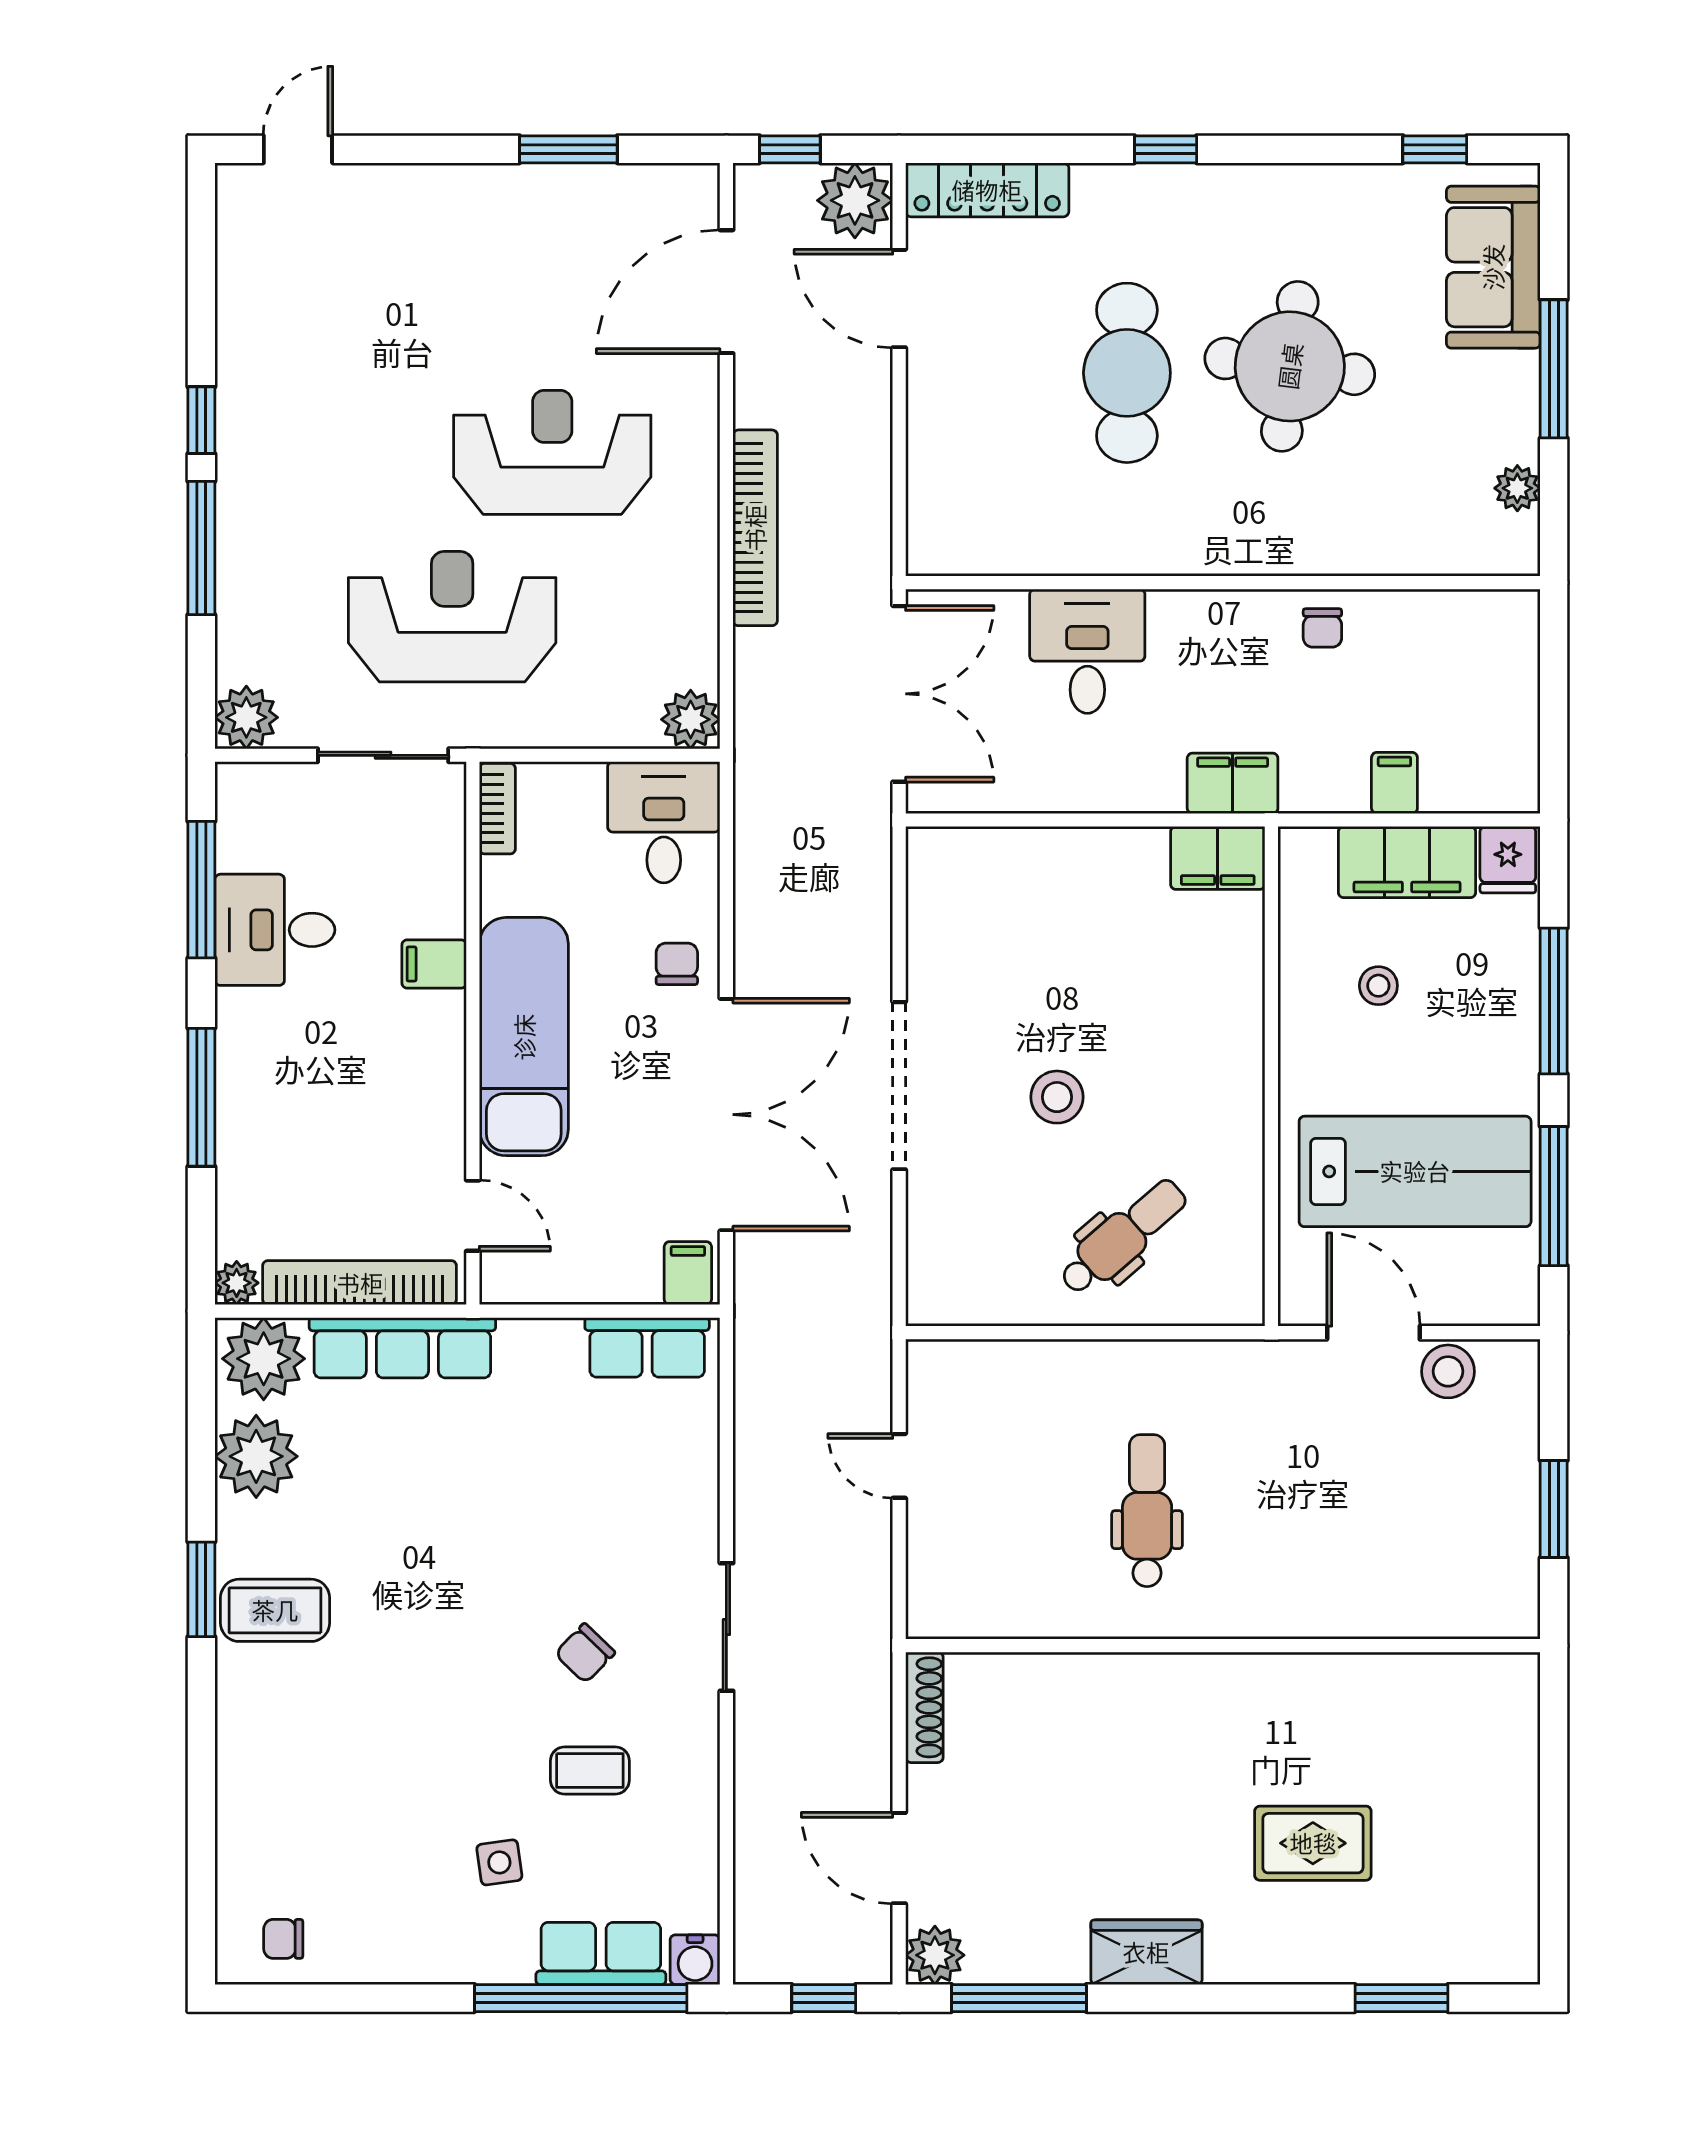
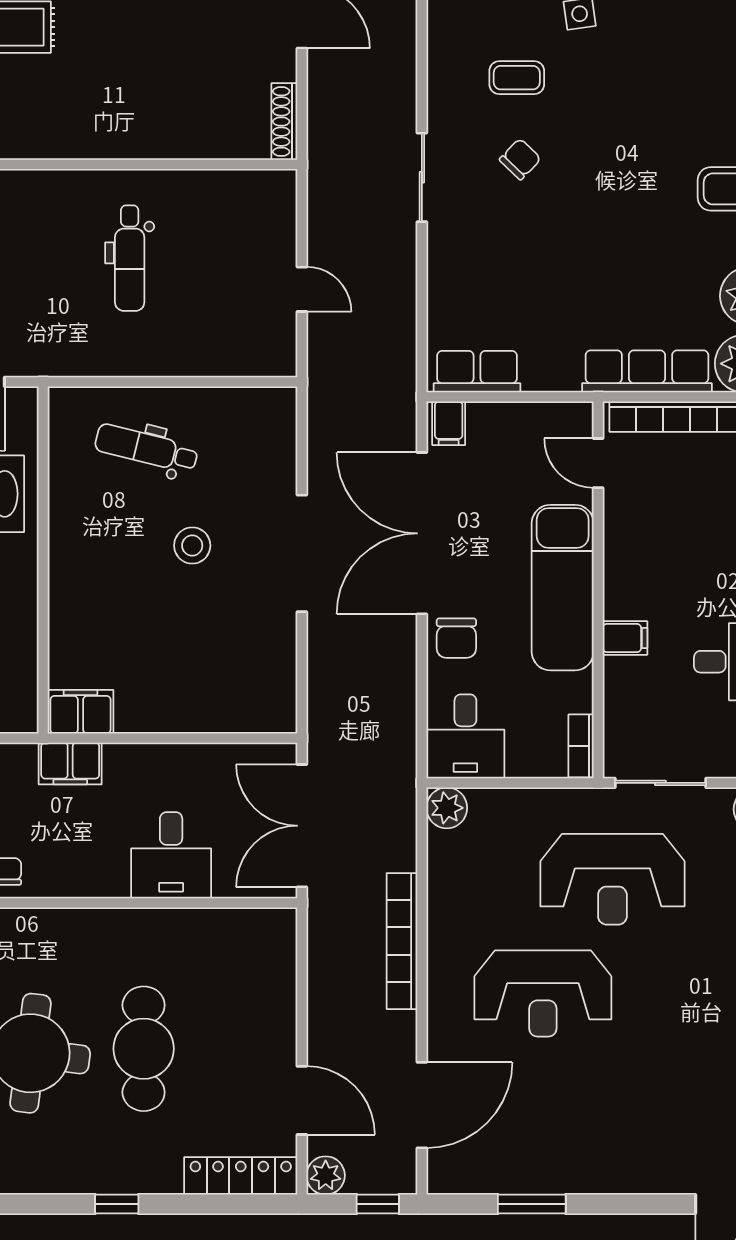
plant: (855, 200) -> (326, 1175), width x0.73, depth x0.73
chair: (677, 964) -> (456, 638), width x1.37, depth x1.37
dental chair: (1123, 1237) -> (146, 448), turned 55

